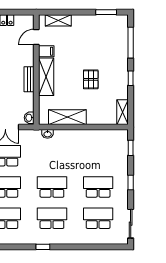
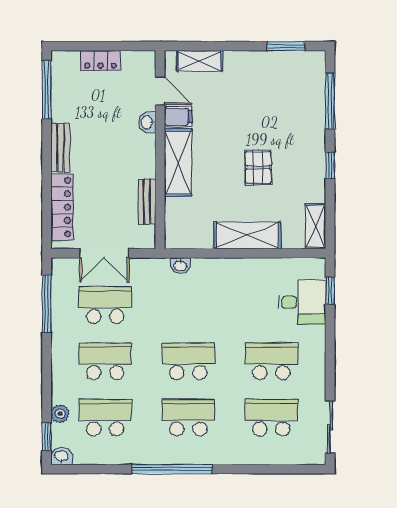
door: (36, 37) -> (160, 91), swing flipped
bench: (29, 79) -> (147, 202), moved
shelving: (67, 117) -> (247, 235), moved
washbasin: (29, 118) -> (147, 122), moved
desk: (115, 154) -> (302, 302), added
window: (131, 182) -> (330, 353), removed
window: (43, 247) -> (172, 469), width x3.17

